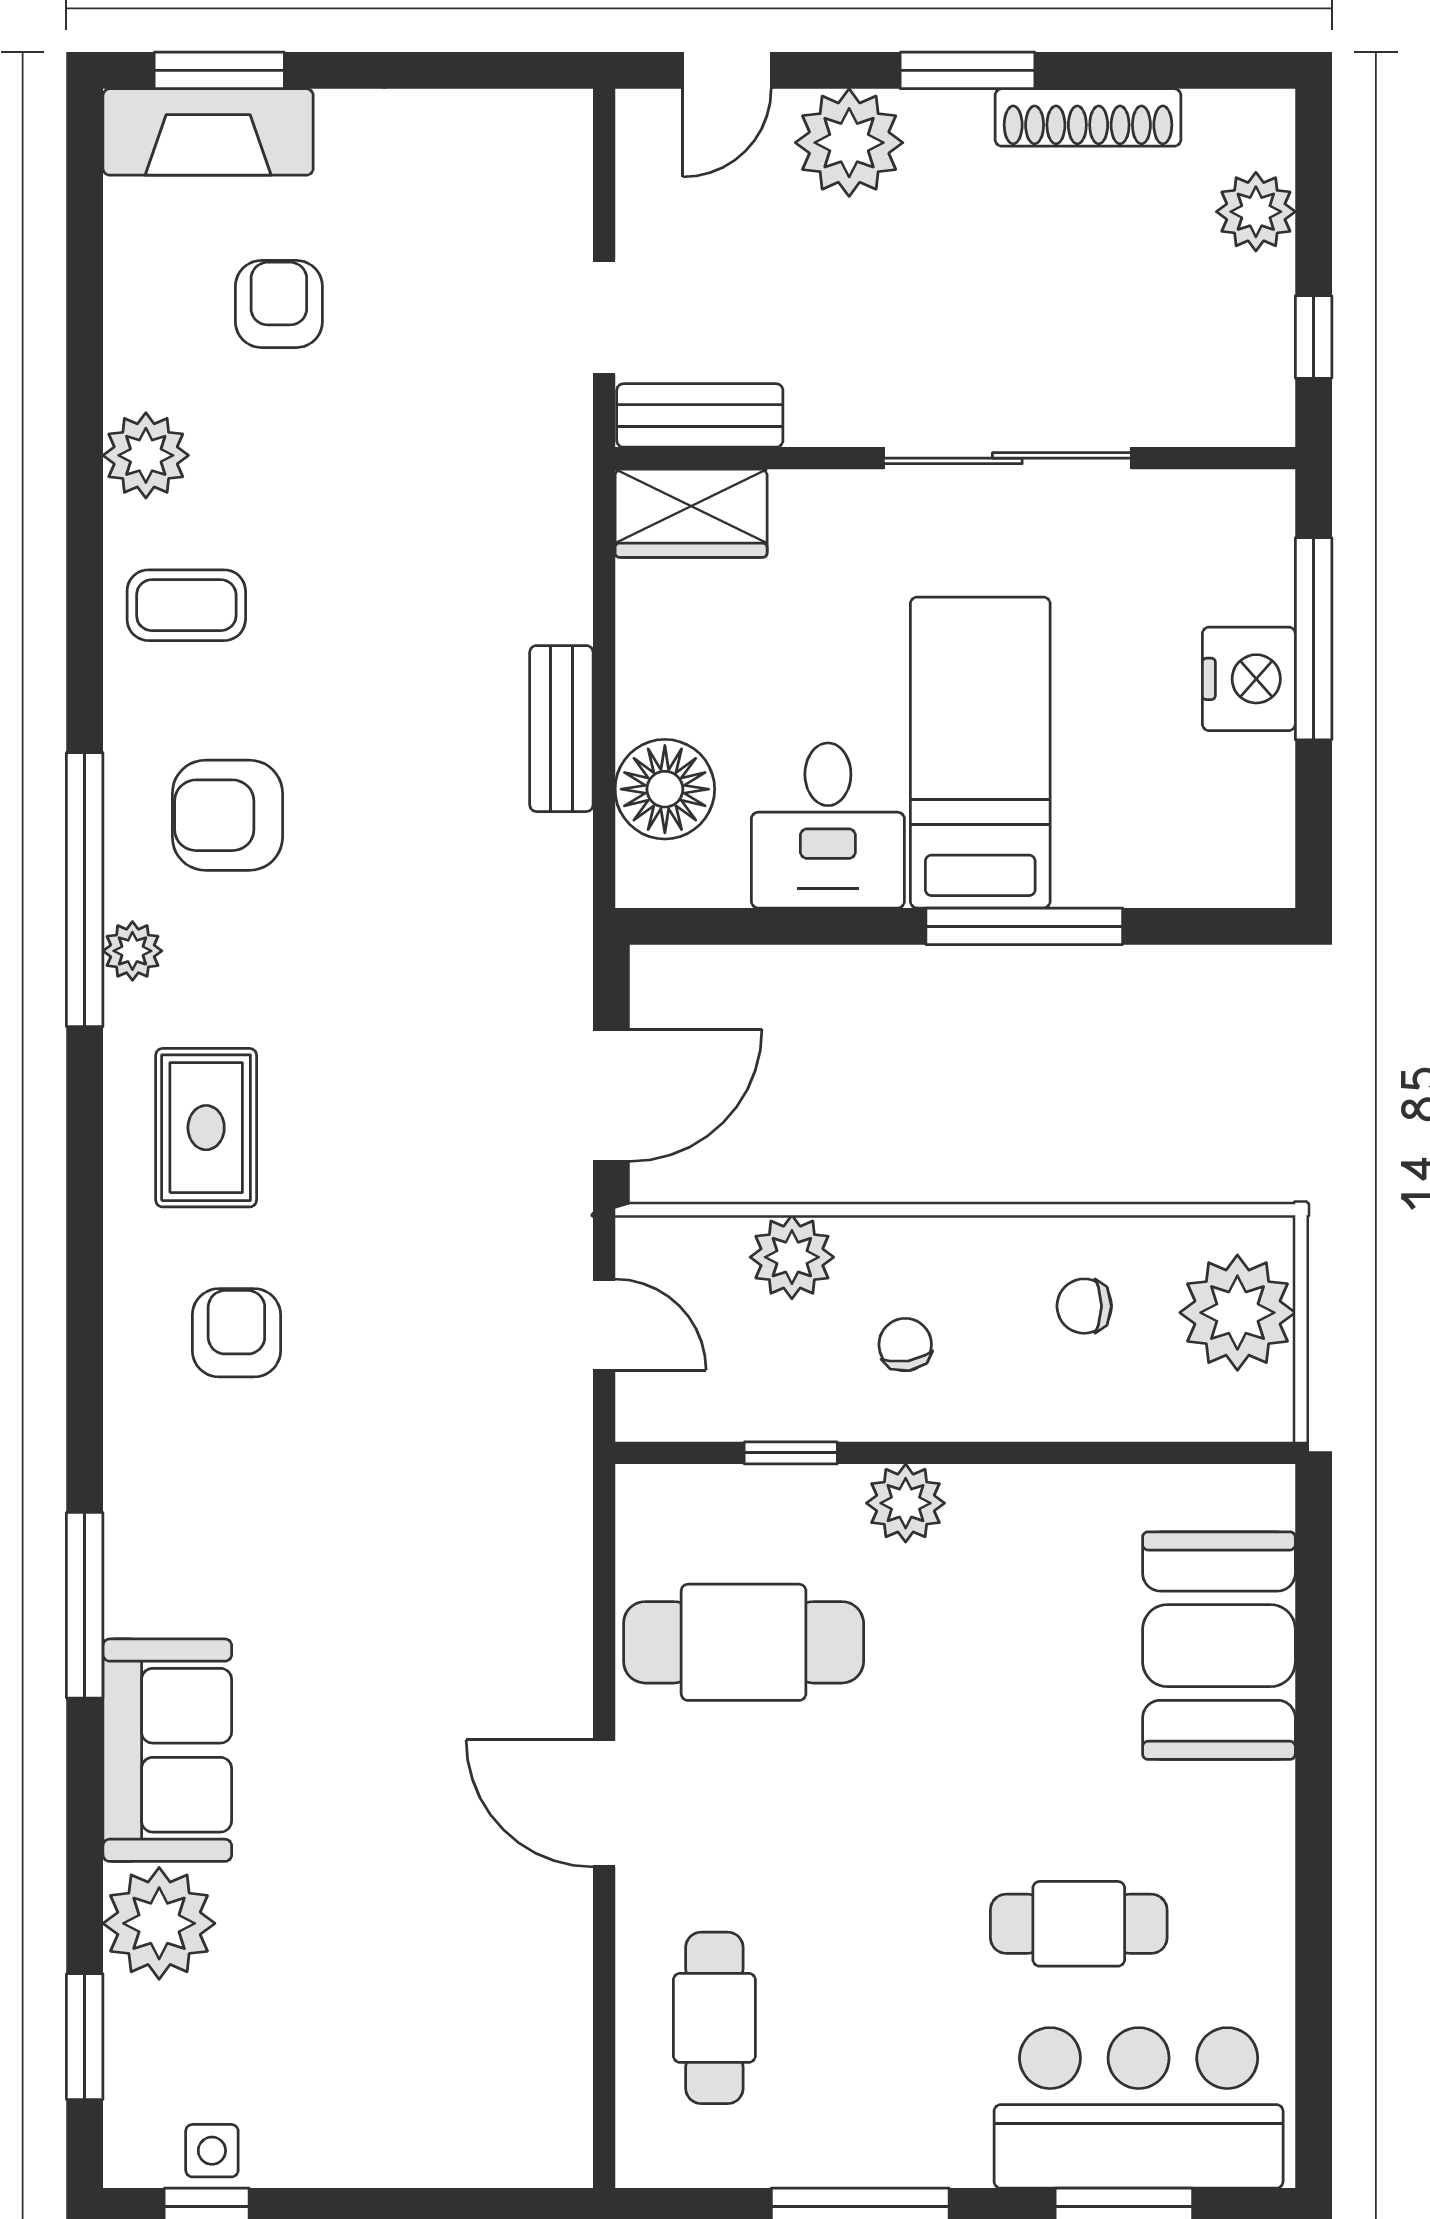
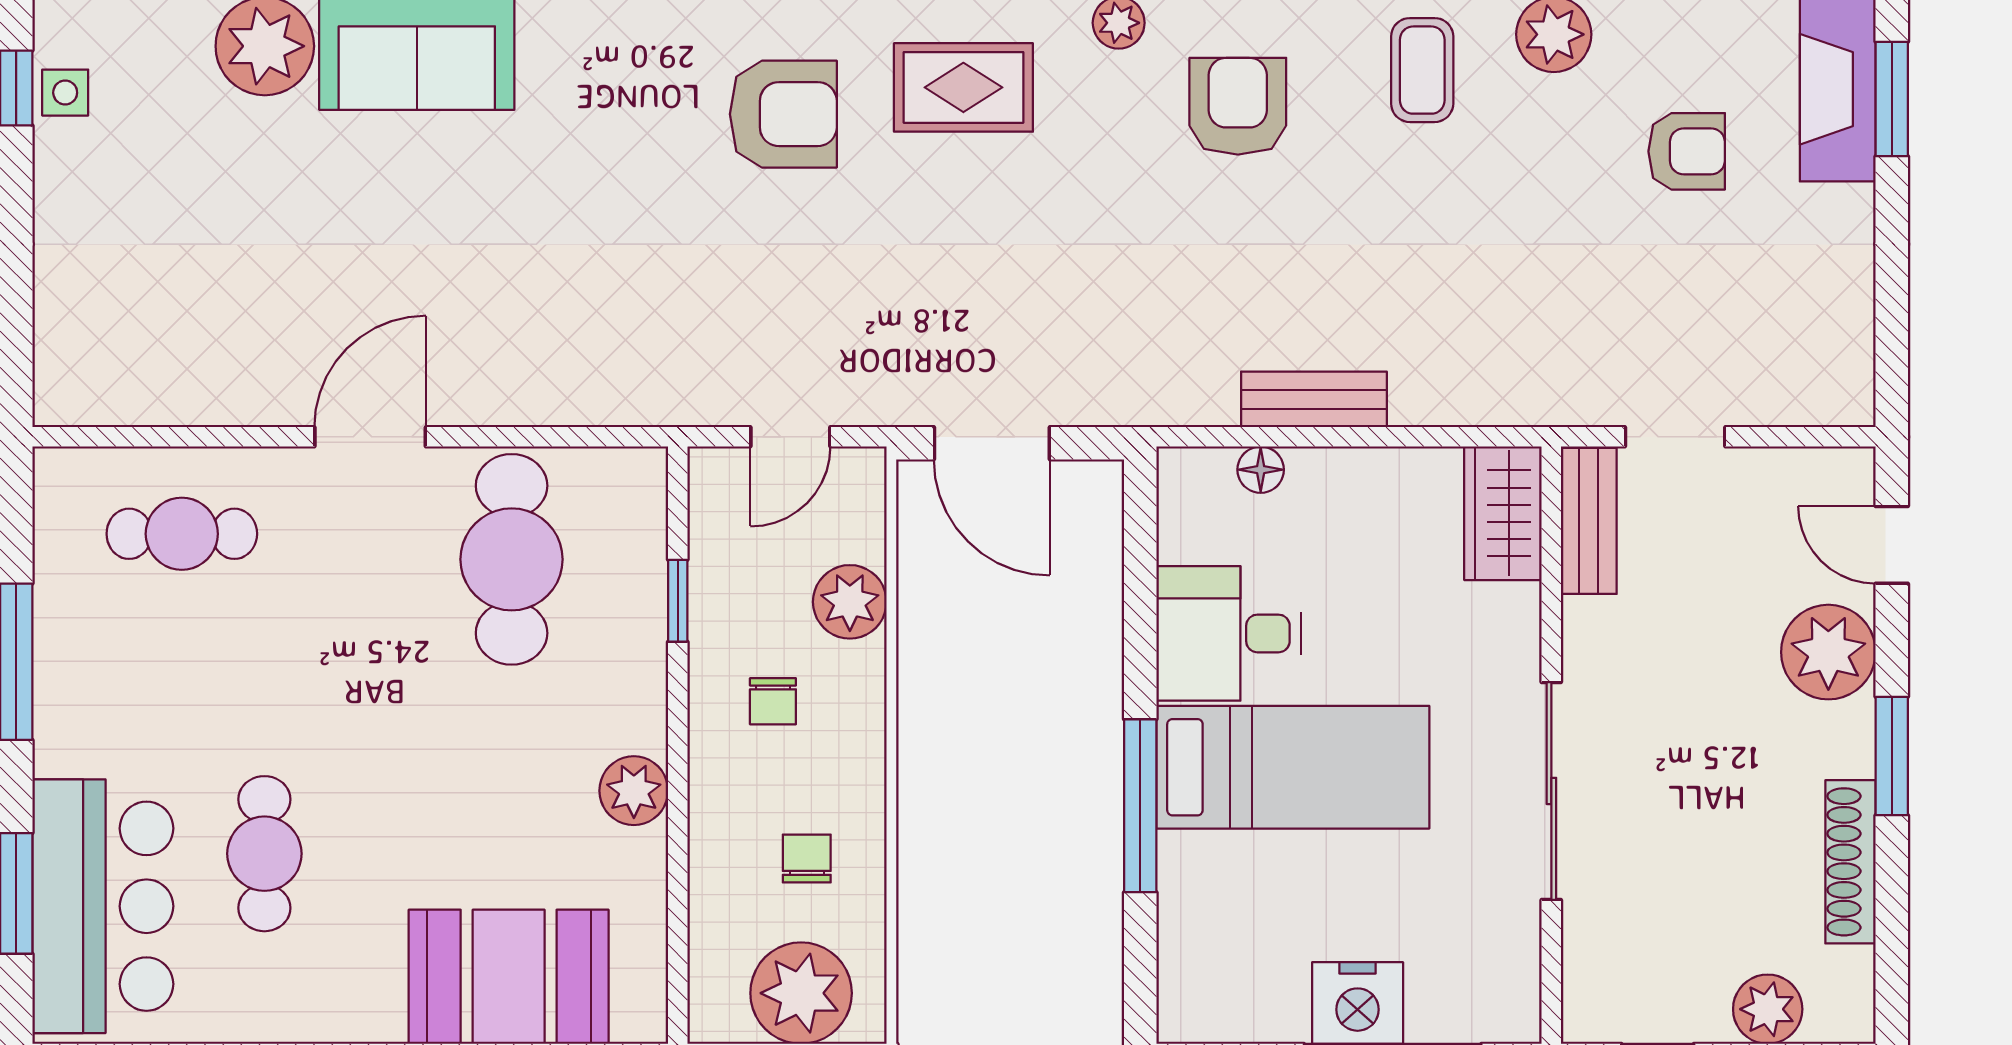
floor lamp: (665, 789) -> (1261, 470), width x0.53, depth x0.53
armchair: (236, 1333) -> (783, 114), width x1.38, depth x1.38
chair: (905, 1345) -> (773, 701), turned 99
plant: (906, 1503) -> (634, 791), moved

